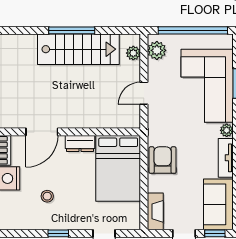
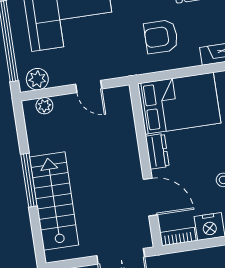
stairs: (78, 49) -> (54, 201), moved
armchair: (163, 160) -> (161, 37), moved

